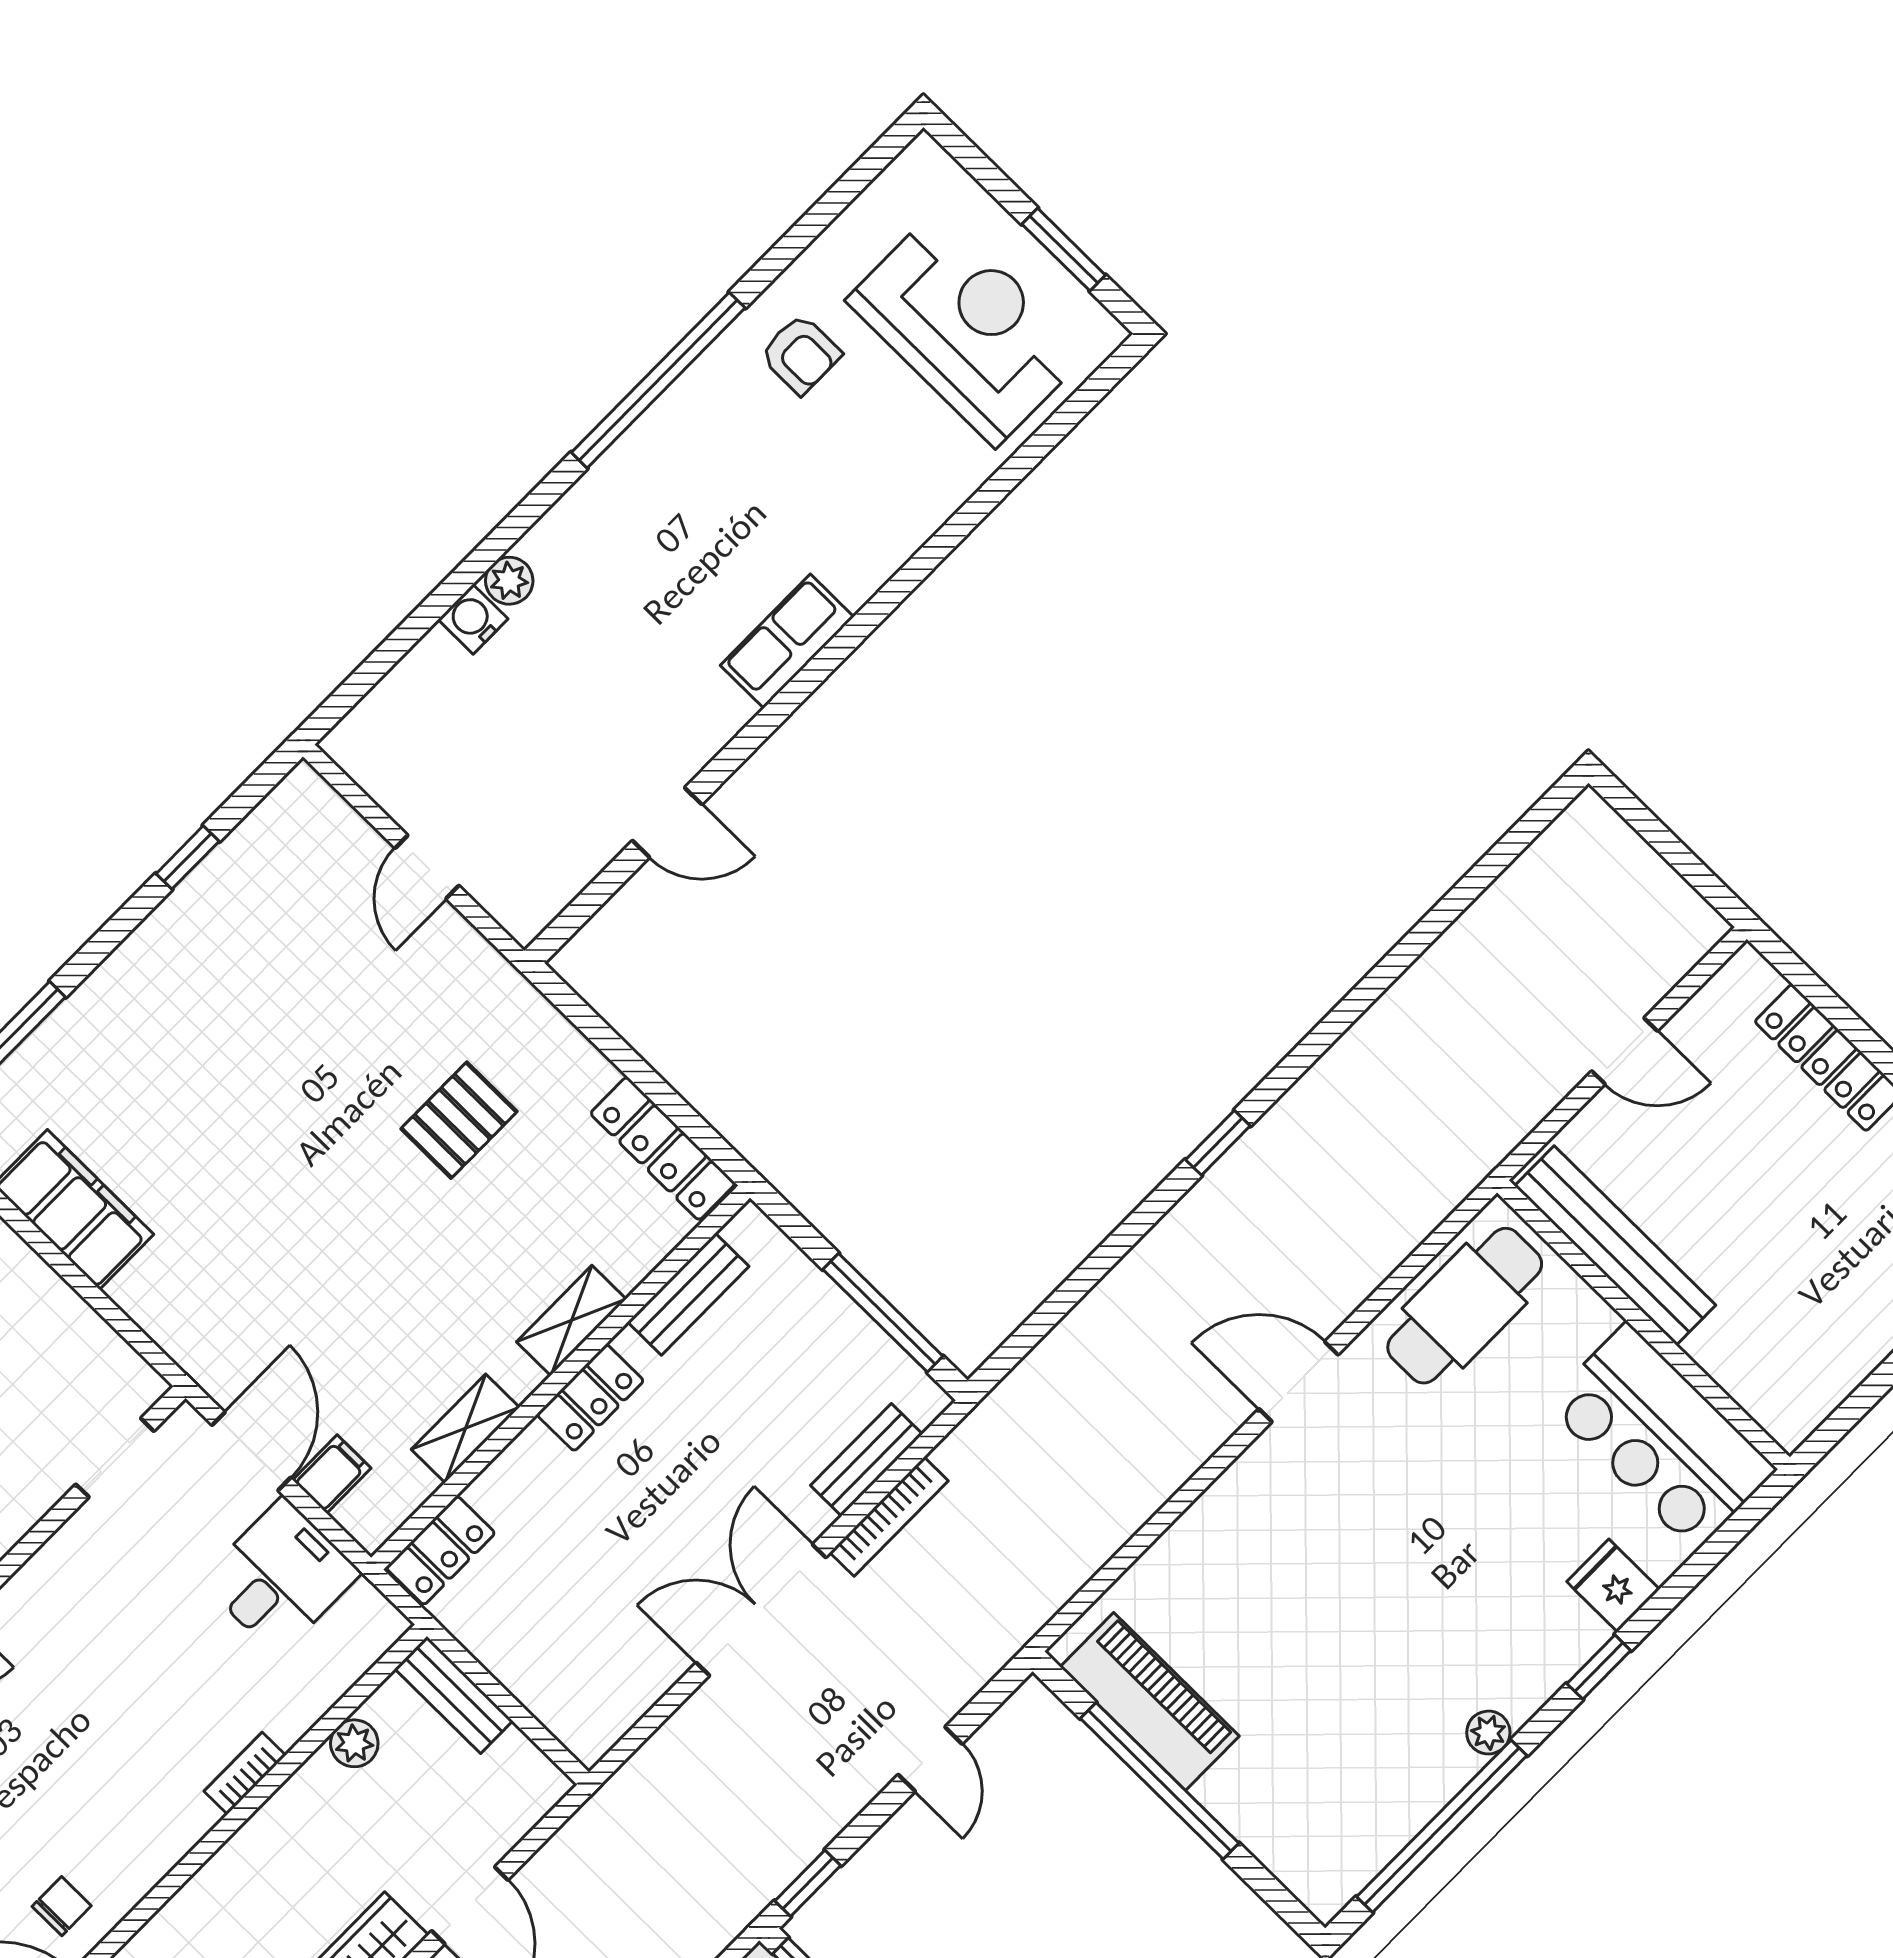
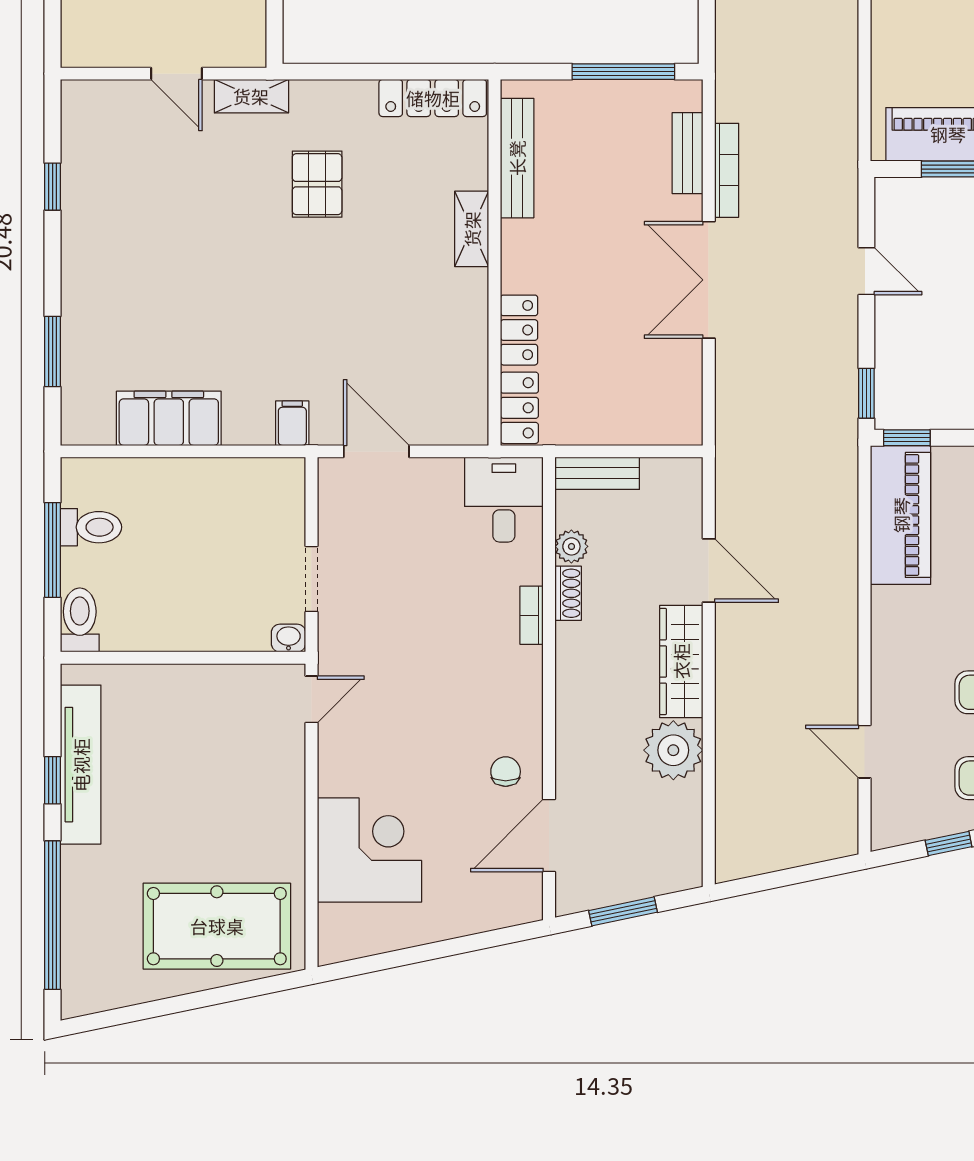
bench: (688, 1294) -> (517, 158), width x1.36
locker: (590, 1398) -> (519, 330), moved
shelving: (465, 1428) -> (251, 96), moved, turned 90
doorway: (115, 1458) -> (311, 579), moved
filing cabinet: (332, 1474) -> (292, 423), moved
desk: (280, 1577) -> (504, 500), moved
shoe rack: (304, 1788) -> (568, 593), added

